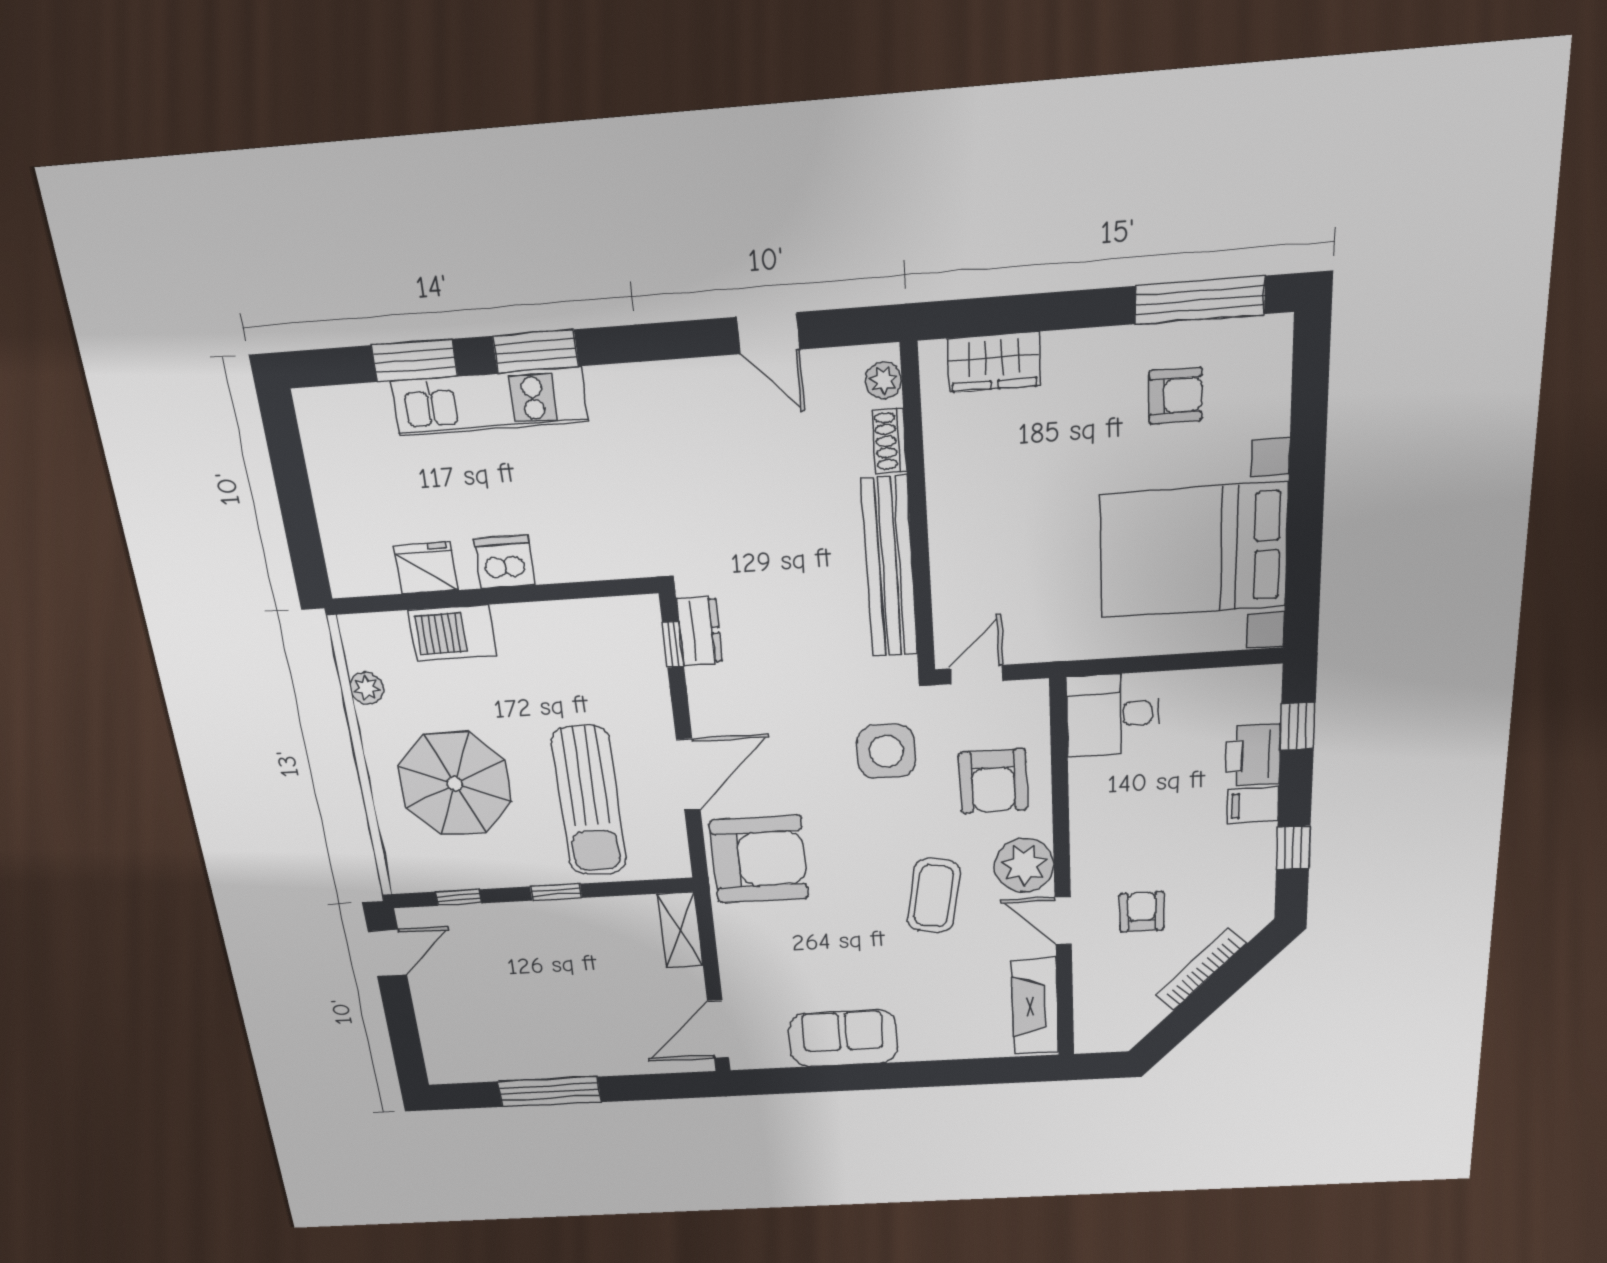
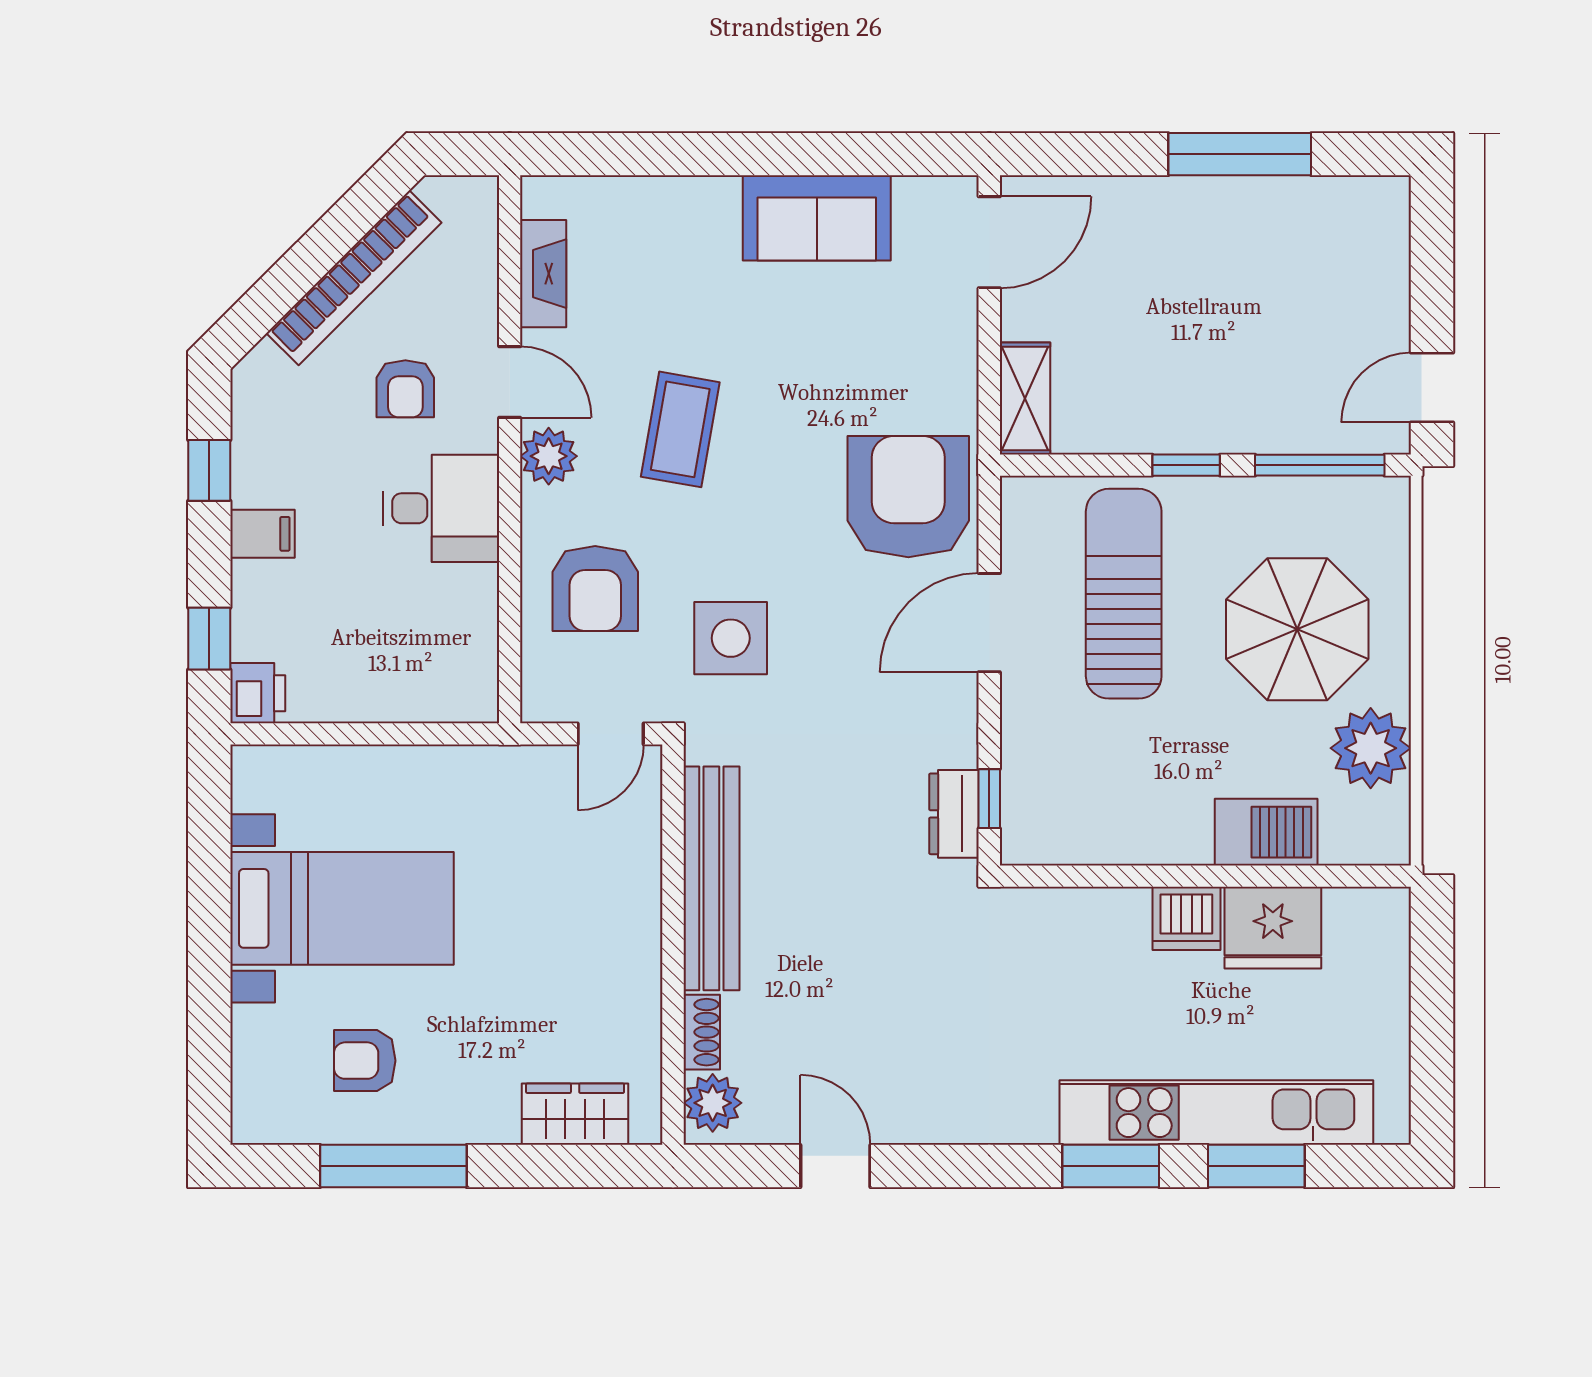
window: (1200, 300) -> (393, 1166), moved
plant: (884, 380) -> (713, 1103), width x1.38, depth x1.38
kitchen unit: (489, 401) -> (1216, 1113), width x1.36
bed with nightstands: (1193, 550) -> (342, 908), width x0.73
fridge: (426, 568) -> (1273, 928), width x1.36, depth x1.34
plant: (367, 688) -> (1371, 748), width x1.87, depth x1.87
desk: (1113, 715) -> (441, 508), moved
printer: (1253, 755) -> (258, 693), moved, width x0.73, depth x0.81
armchair: (993, 781) -> (595, 589), turned 180
armchair: (759, 859) -> (908, 497), turned 90
plant: (1024, 865) -> (549, 456), width x0.73, depth x0.73
window: (459, 898) -> (1320, 465), width x2.17
bookcase: (1201, 970) -> (354, 278), width x1.48, depth x1.31
fireplace: (1035, 1006) -> (543, 274), width x0.73, depth x0.76

